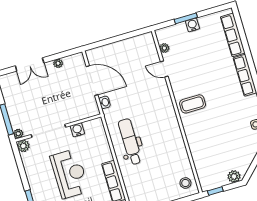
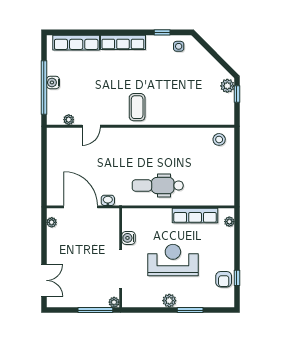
window: (186, 18) -> (44, 88), width x2.11
plant: (58, 63) -> (52, 222), moved
double door: (30, 64) -> (44, 280), moved
door: (92, 81) -> (81, 207), hinge flipped
plant: (23, 146) -> (169, 301), moved
window: (215, 191) -> (237, 94), moved

